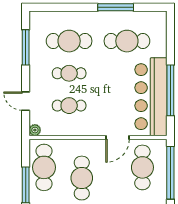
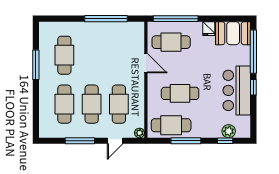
window: (26, 47) -> (80, 141), moved
cafe table: (69, 73) -> (92, 104), width x1.37, depth x1.35
bar counter: (151, 97) -> (111, 35), removed
cafe table: (69, 106) -> (119, 104), width x1.37, depth x1.35

